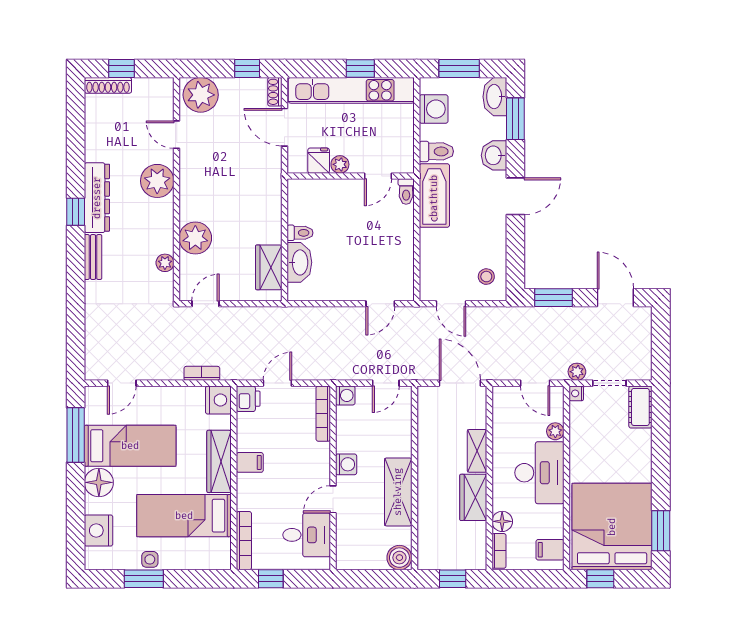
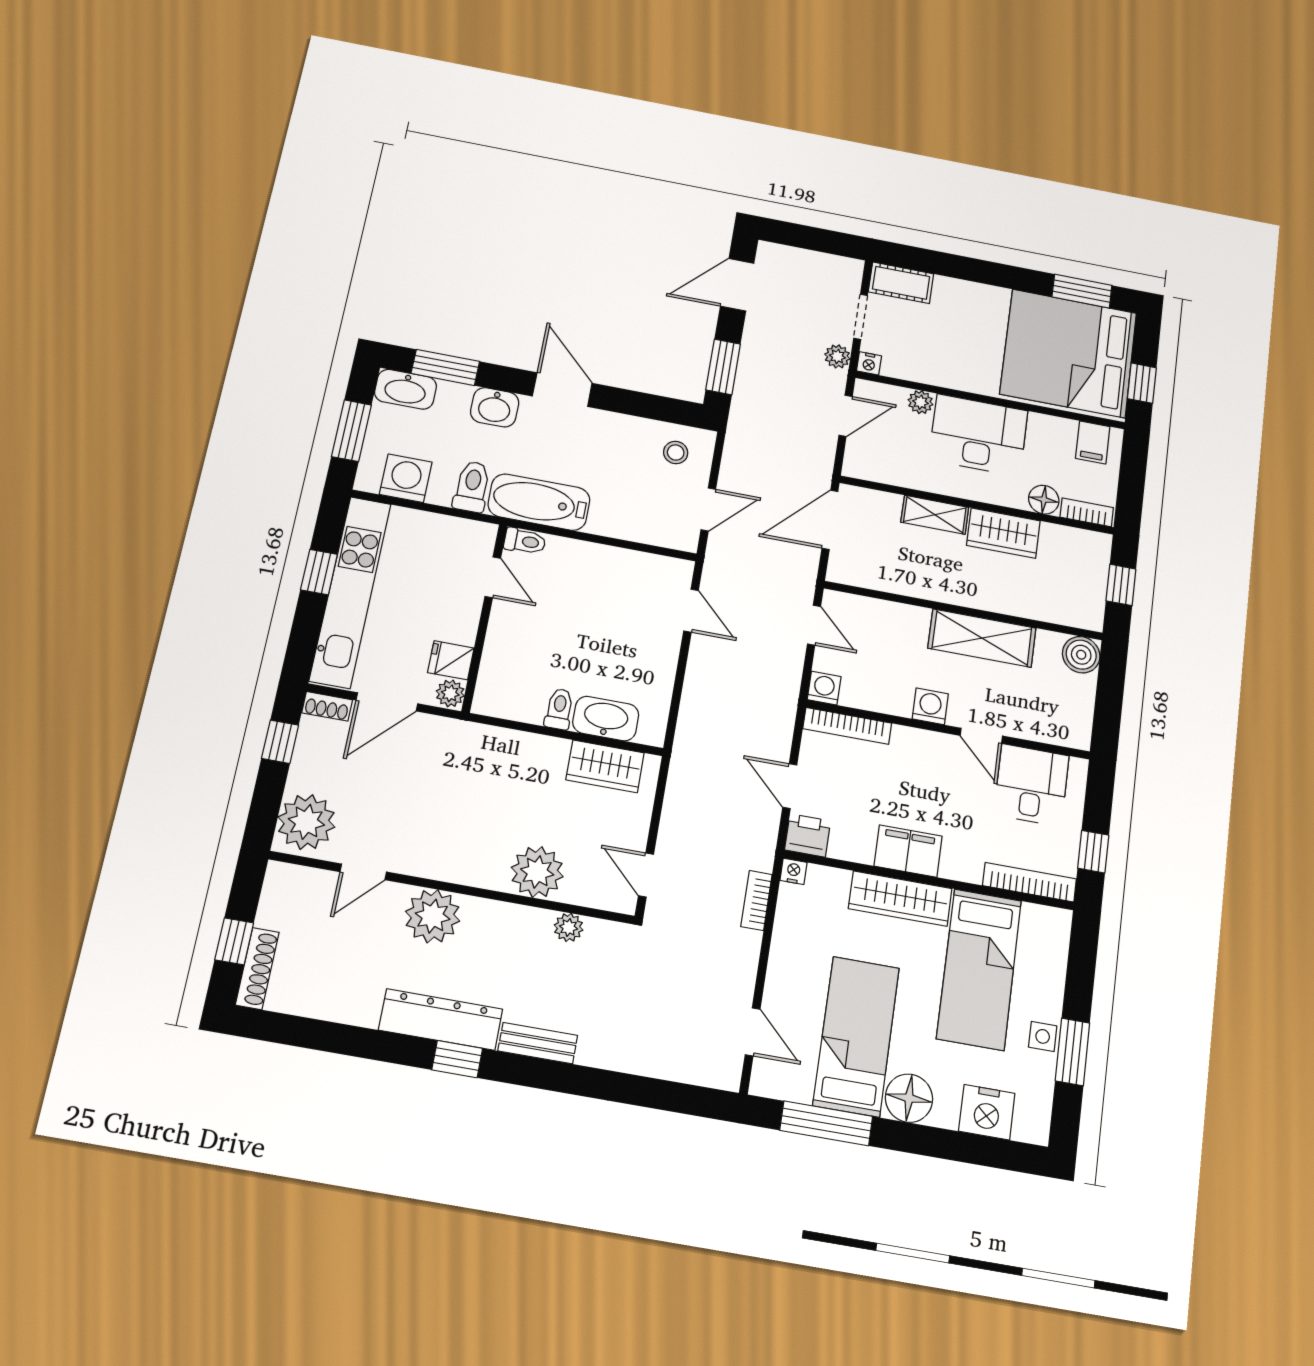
plant: (340, 164) -> (450, 693), moved
nightstand: (218, 400) -> (793, 871), width x0.53, depth x0.56
filing cabinet: (250, 462) -> (908, 851), width x2.00

